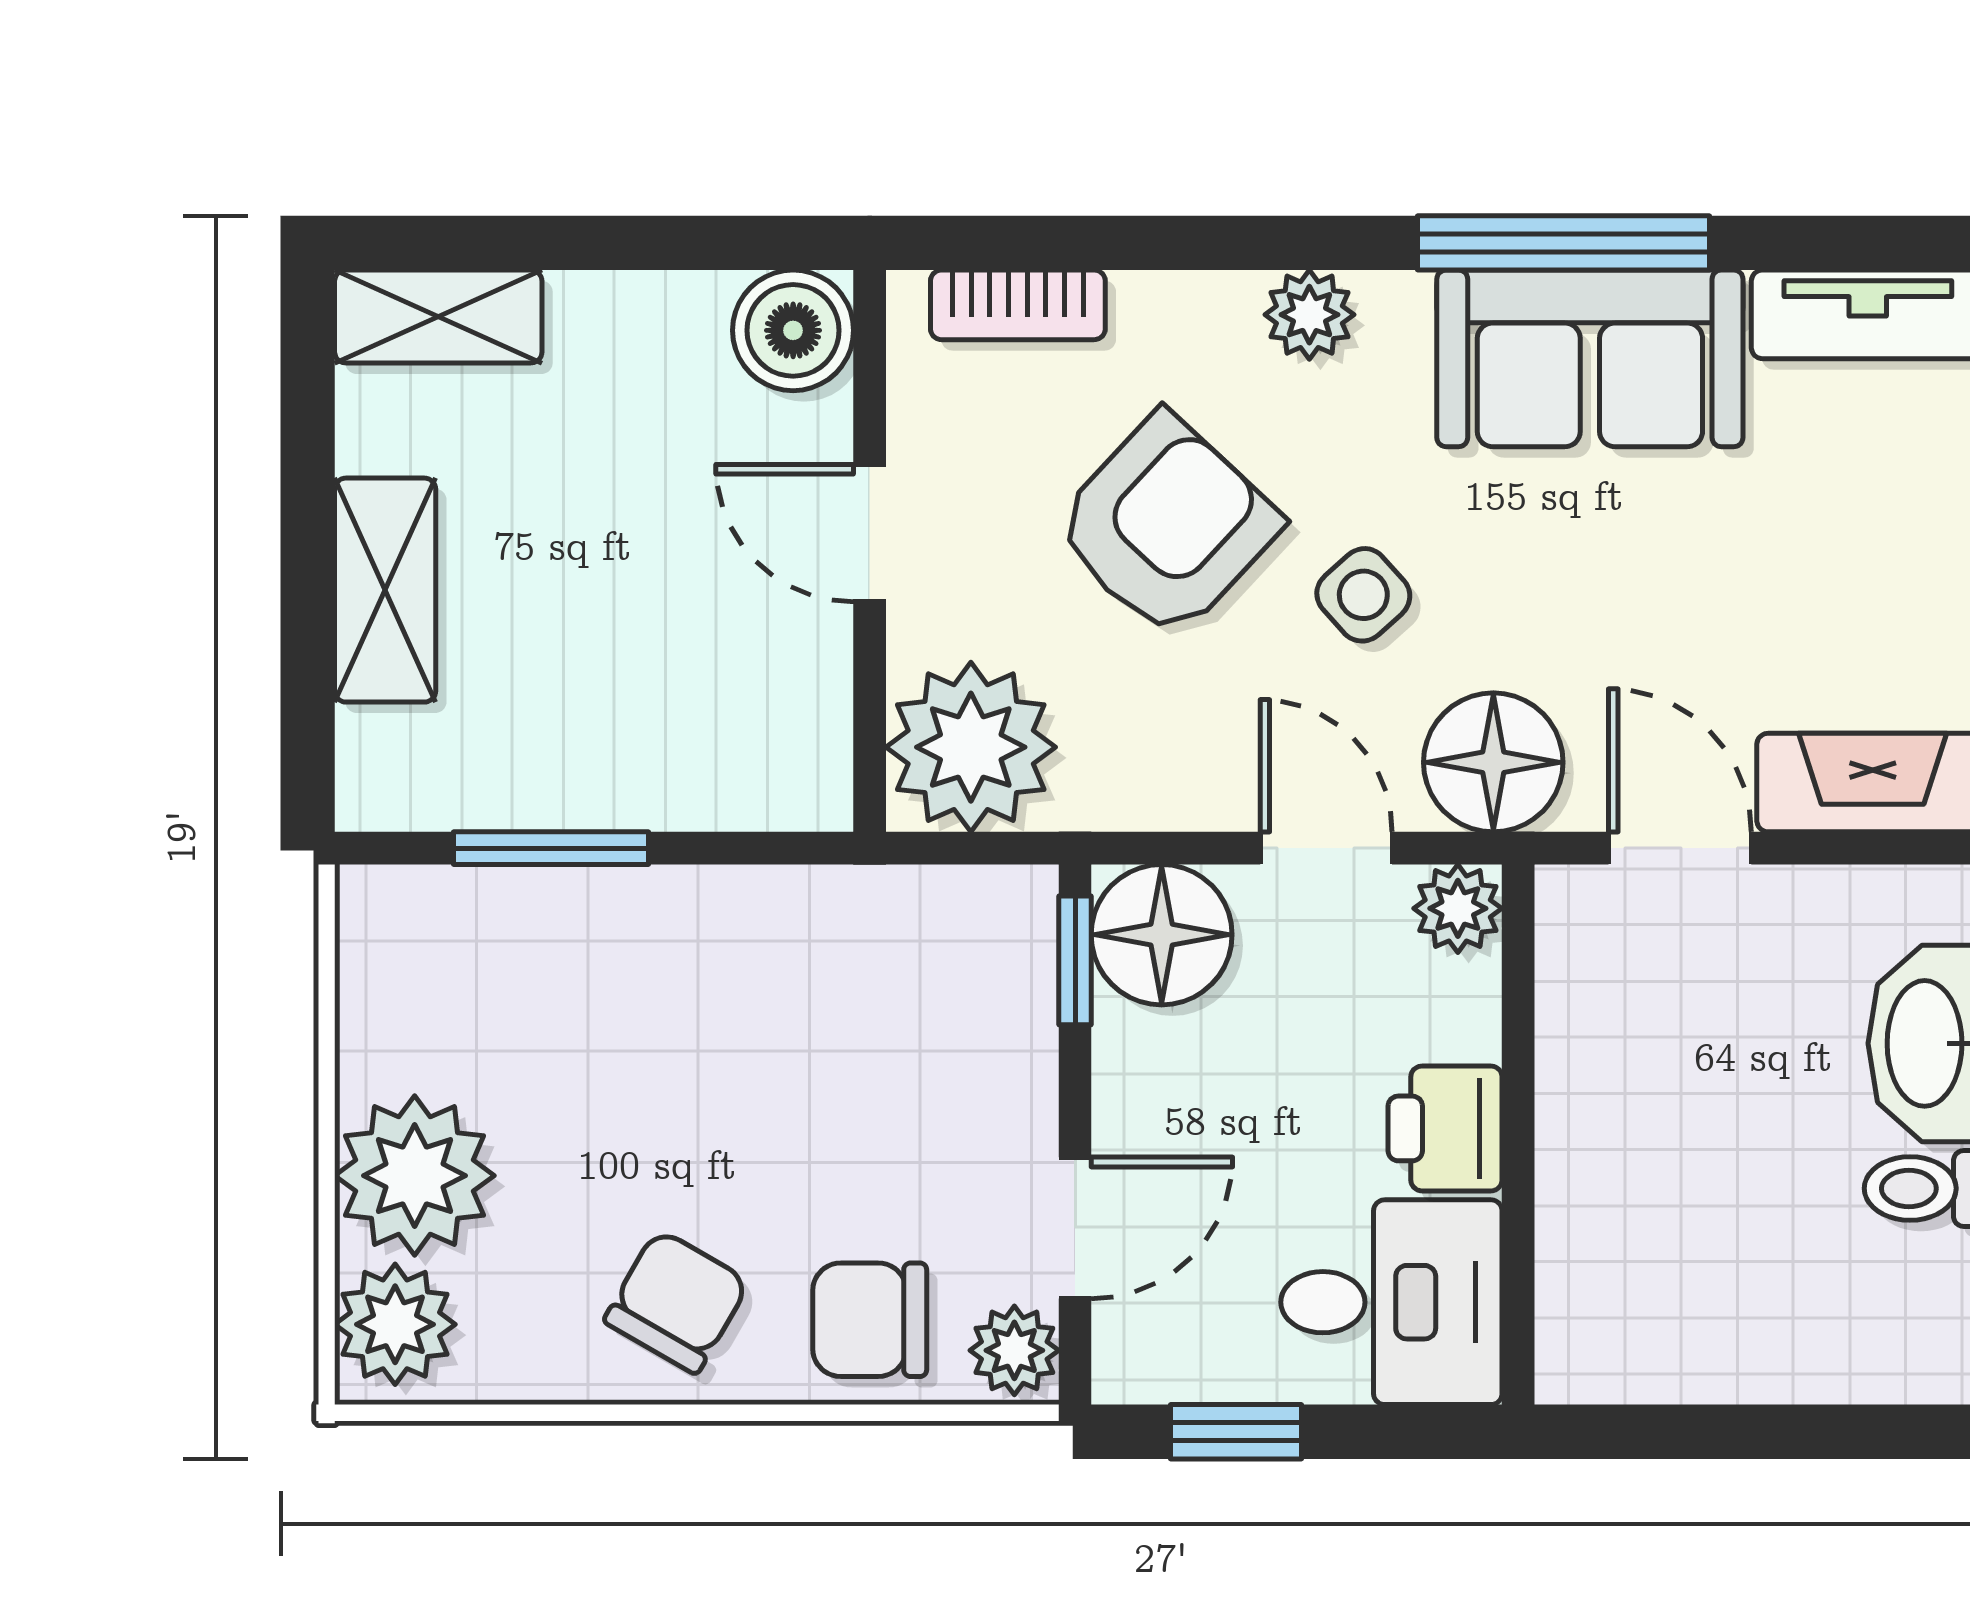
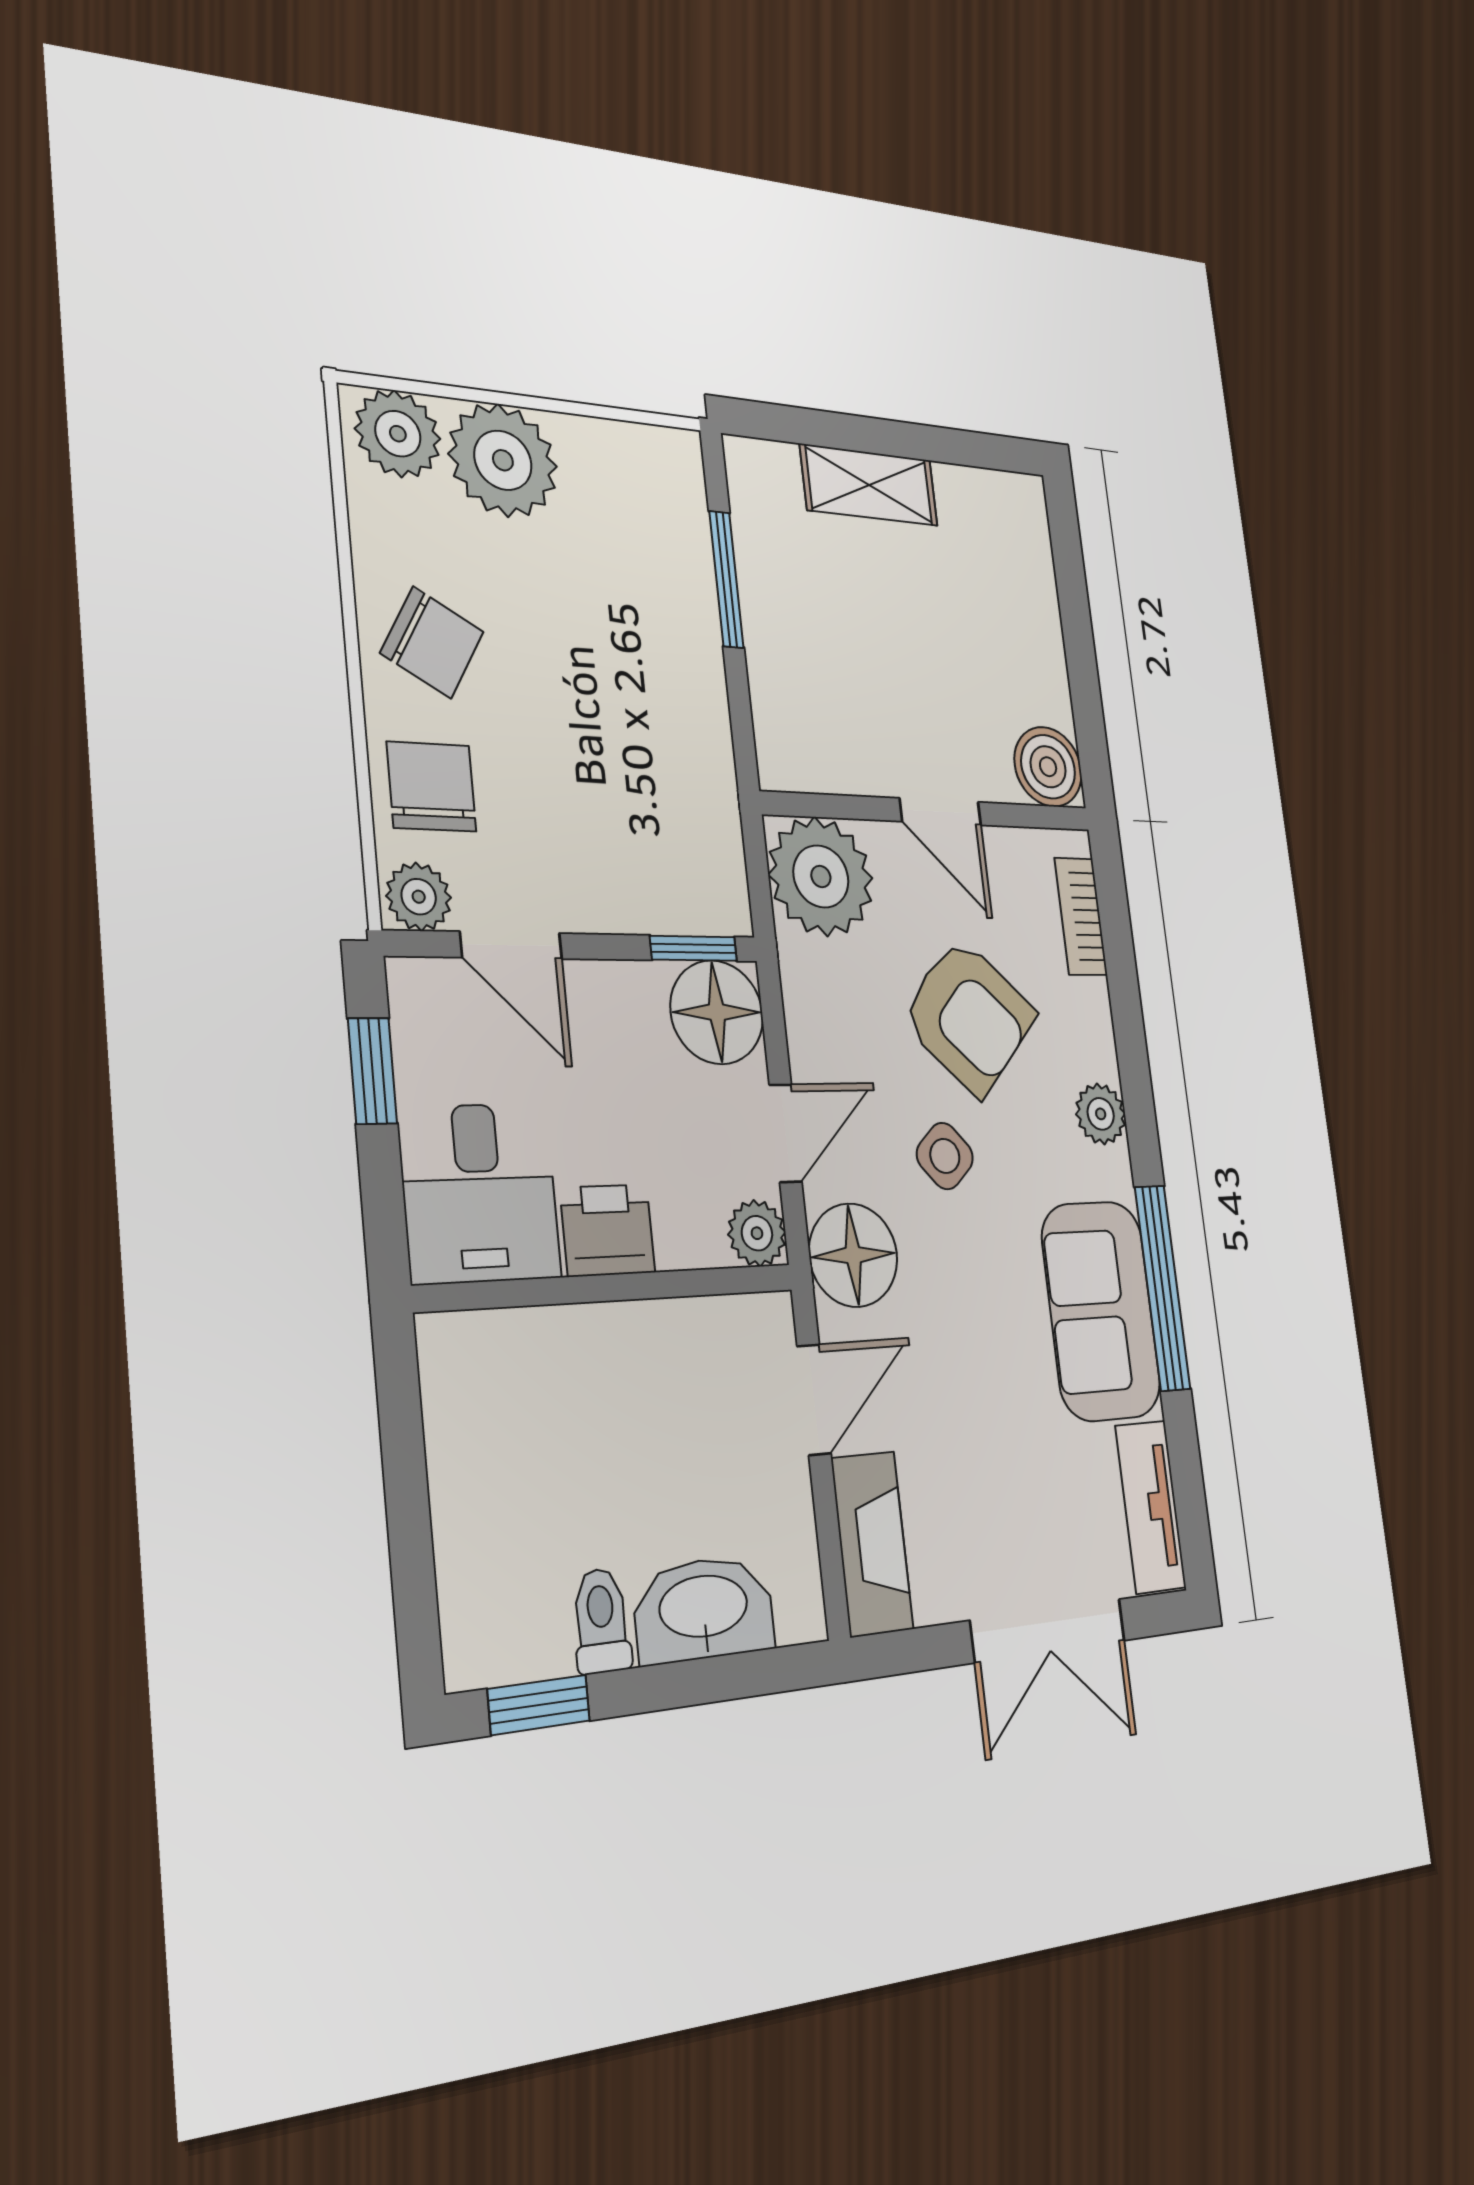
shelving: (438, 317) -> (1027, 538), removed
door: (870, 533) -> (940, 812), swing flipped

